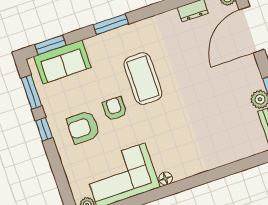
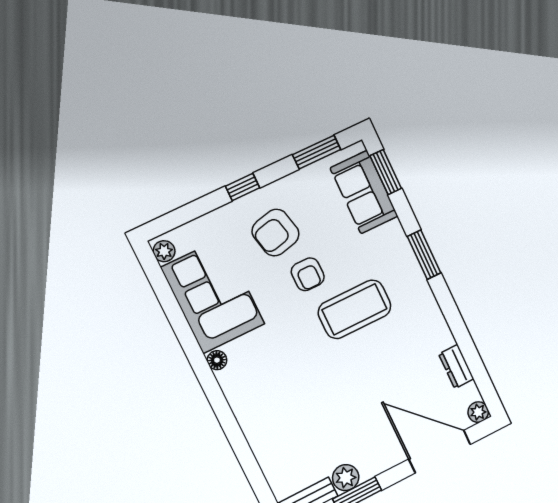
armchair: (115, 109) -> (308, 274), turned 90
armchair: (83, 127) -> (276, 233), turned -103
window: (44, 129) -> (243, 187), moved

